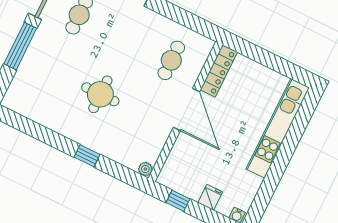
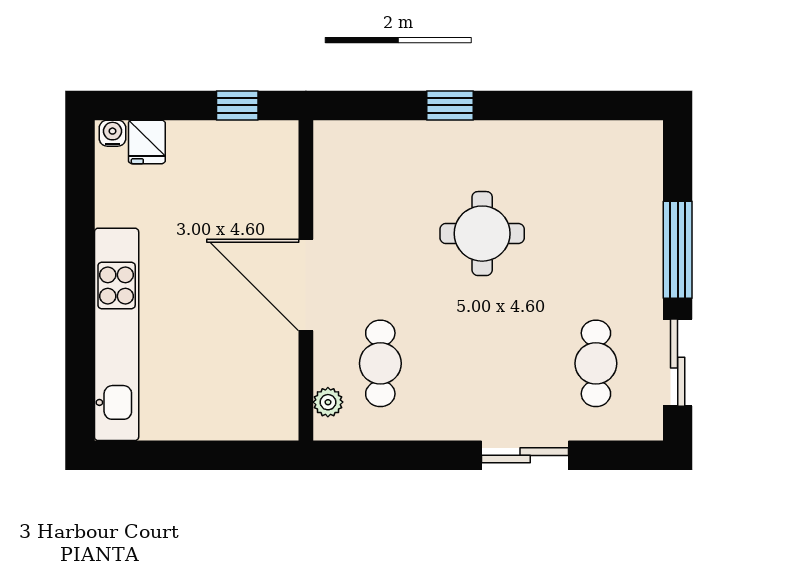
locker: (219, 71) -> (281, 388), removed
plant: (145, 169) -> (328, 402), moved
fridge: (210, 197) -> (147, 142), moved

